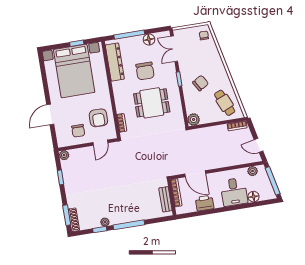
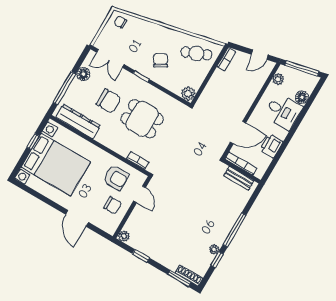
dining table: (152, 103) -> (142, 119), turned 90

